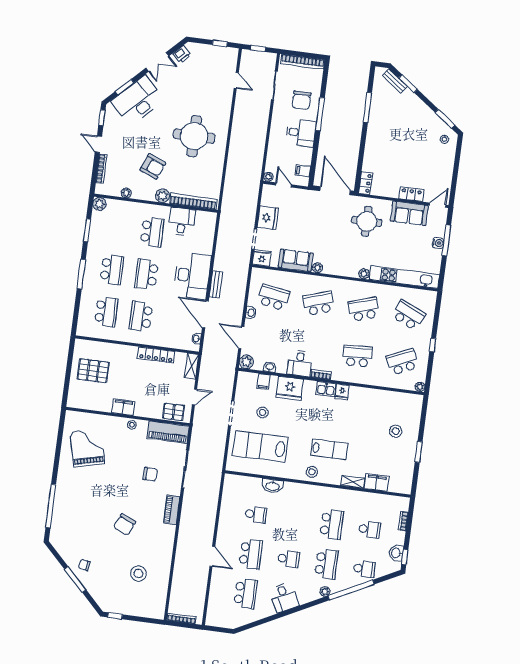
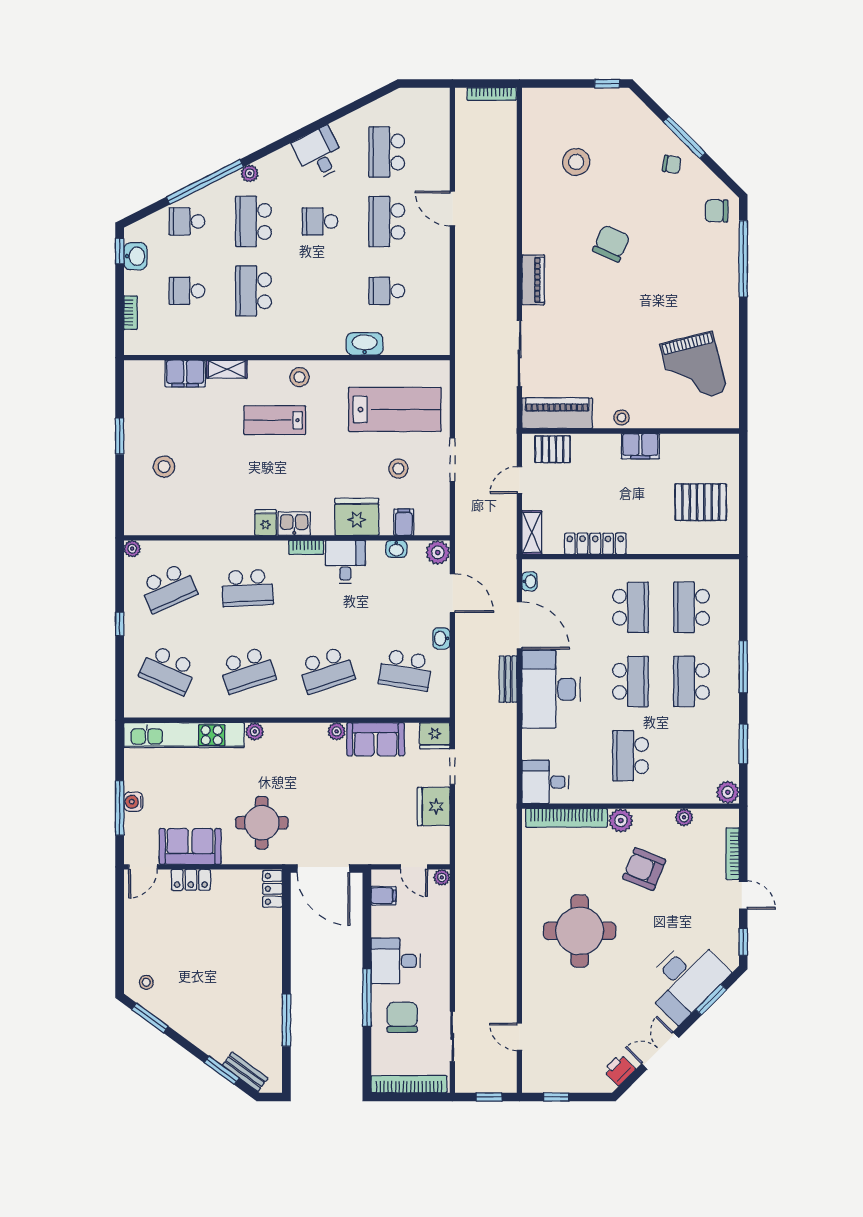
desk: (182, 222) -> (545, 782), moved, turned 90
chair: (150, 474) -> (717, 211), moved

